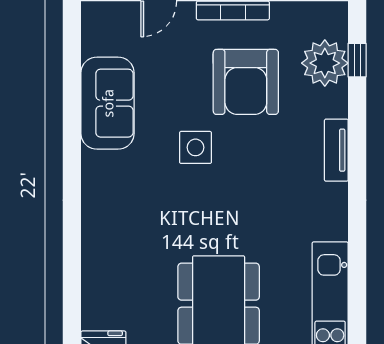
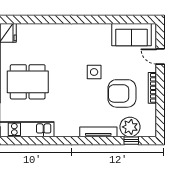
sofa: (108, 103) -> (131, 35), moved
tv unit: (336, 150) -> (98, 132), width x1.41

